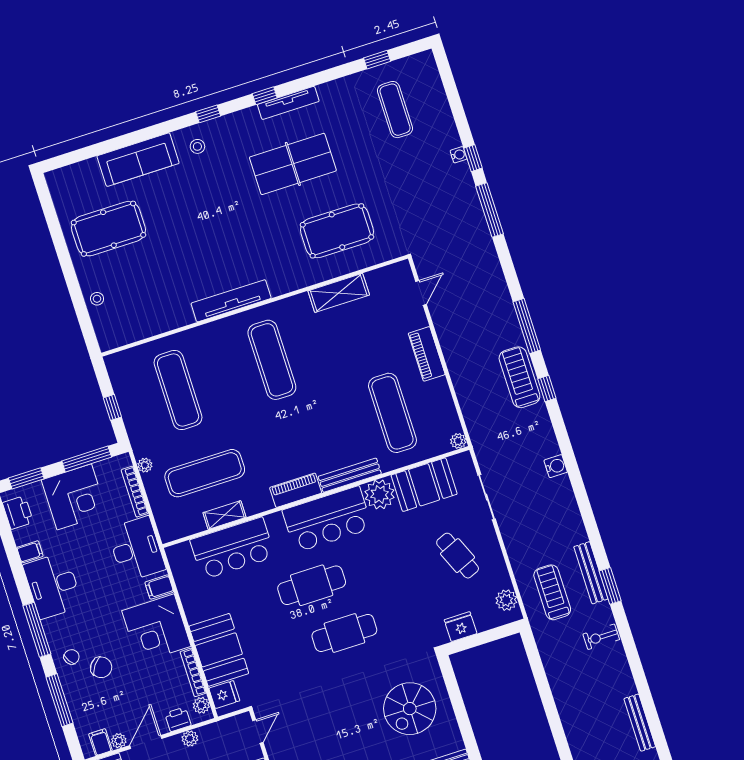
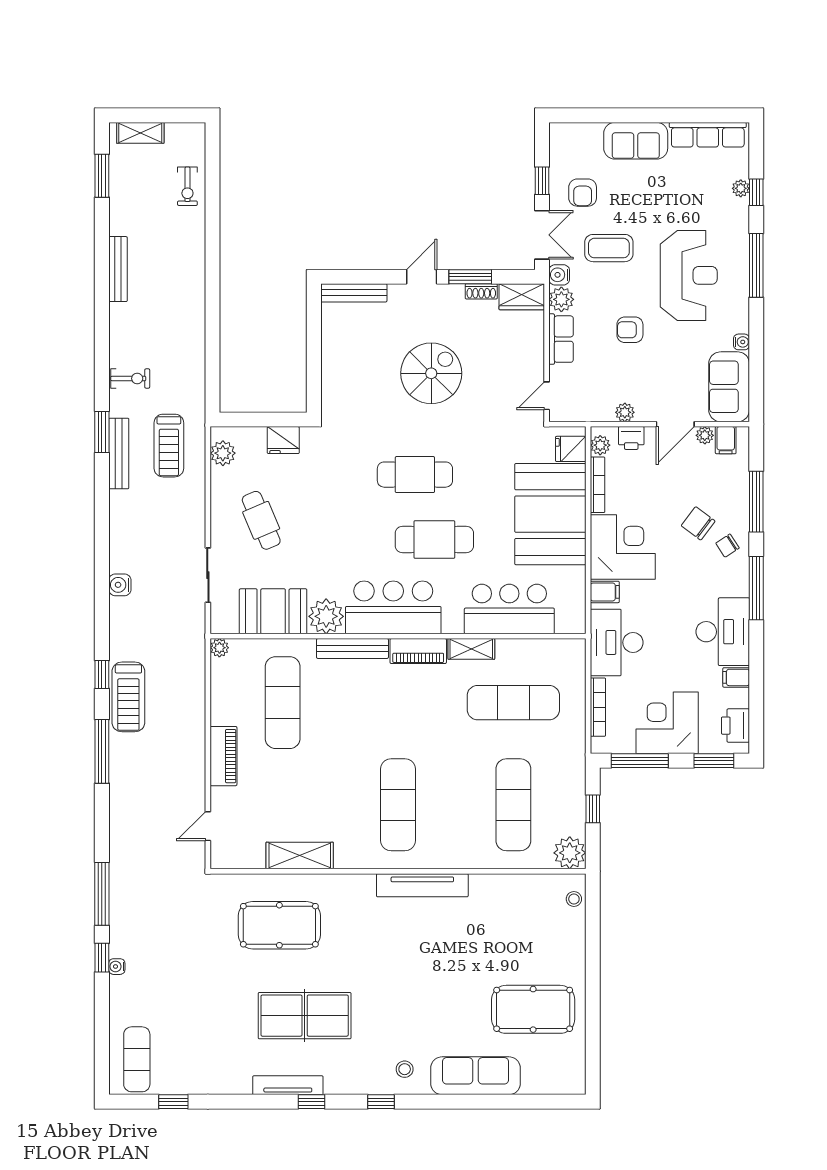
exercise mat: (395, 110) -> (137, 1059), moved
stool: (97, 299) -> (574, 899), moved
plant: (145, 465) -> (570, 853), moved, width x1.88, depth x1.88
shelving: (224, 515) -> (471, 649), moved
booth: (219, 650) -> (550, 514), width x1.36, depth x1.42
spiral stairs: (410, 709) -> (431, 373), moved

